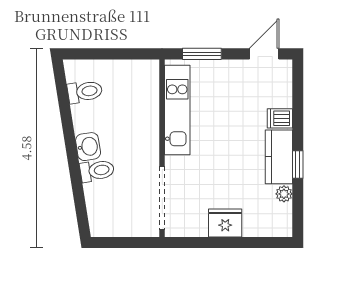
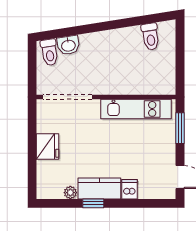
washbasin: (88, 147) -> (68, 45), moved
toilet: (97, 171) -> (49, 52), moved

